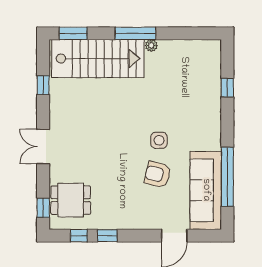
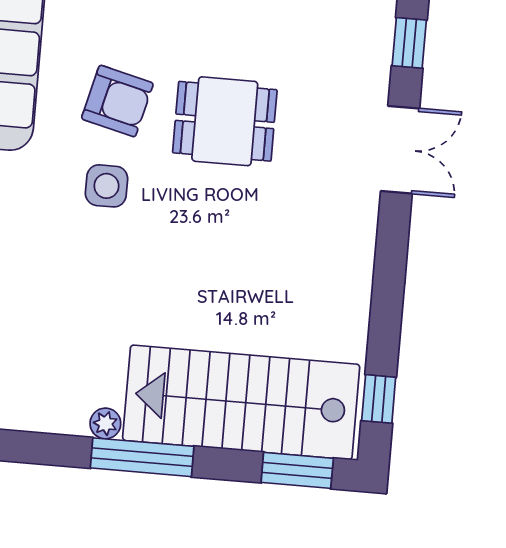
window: (43, 85) -> (379, 399), moved
double door: (43, 146) -> (400, 150), moved
dining table: (71, 200) -> (225, 121), moved

